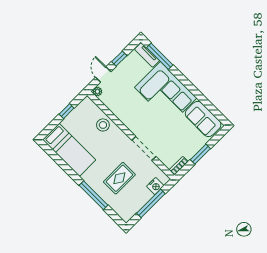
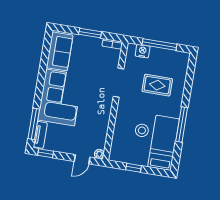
window: (119, 59) -> (46, 153), moved
stool: (103, 125) -> (142, 130), moved
window: (93, 195) -> (182, 124), moved

